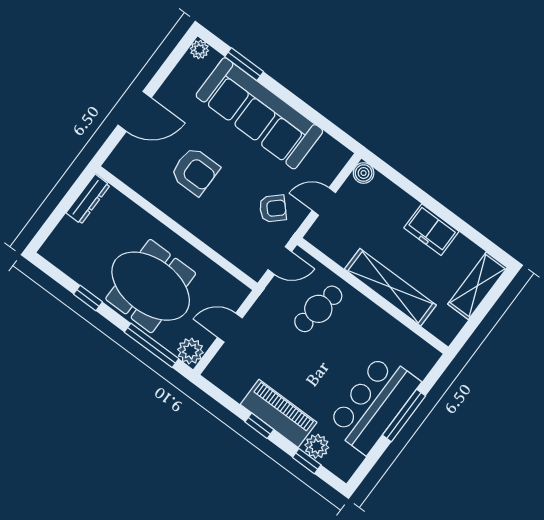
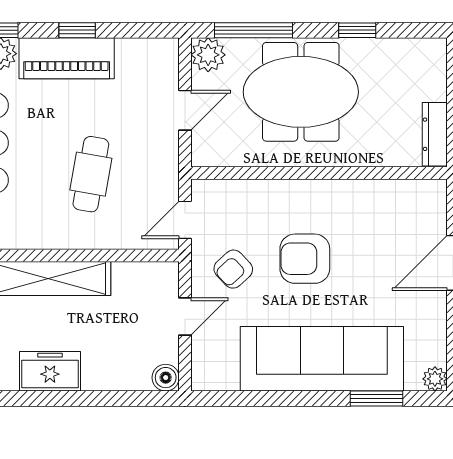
armchair: (195, 171) -> (305, 259), moved
cafe table: (318, 309) -> (91, 174), moved

